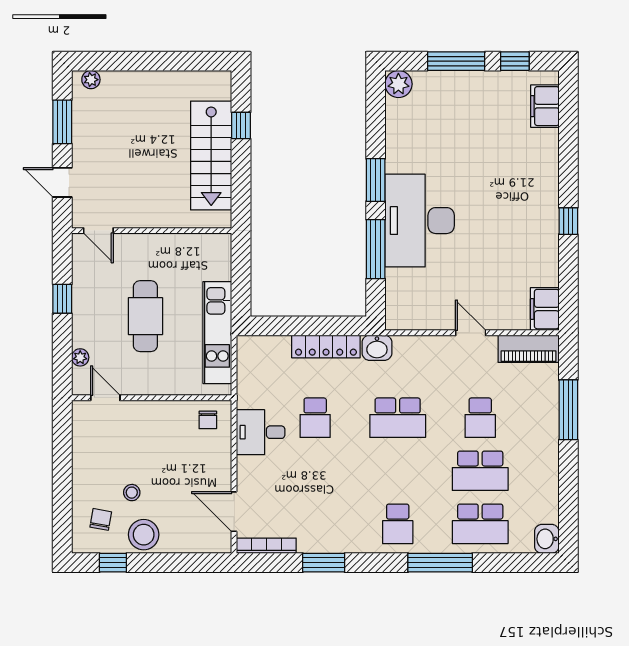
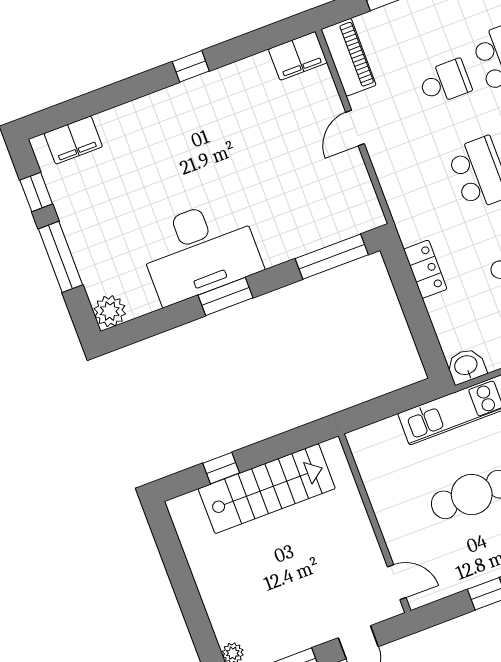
desk: (420, 221) -> (200, 251), moved
door: (98, 231) -> (397, 582), hinge flipped
window: (376, 249) -> (332, 257), moved
locker: (326, 346) -> (425, 269), width x0.66
washbasin: (377, 348) -> (466, 366), moved, turned -90

